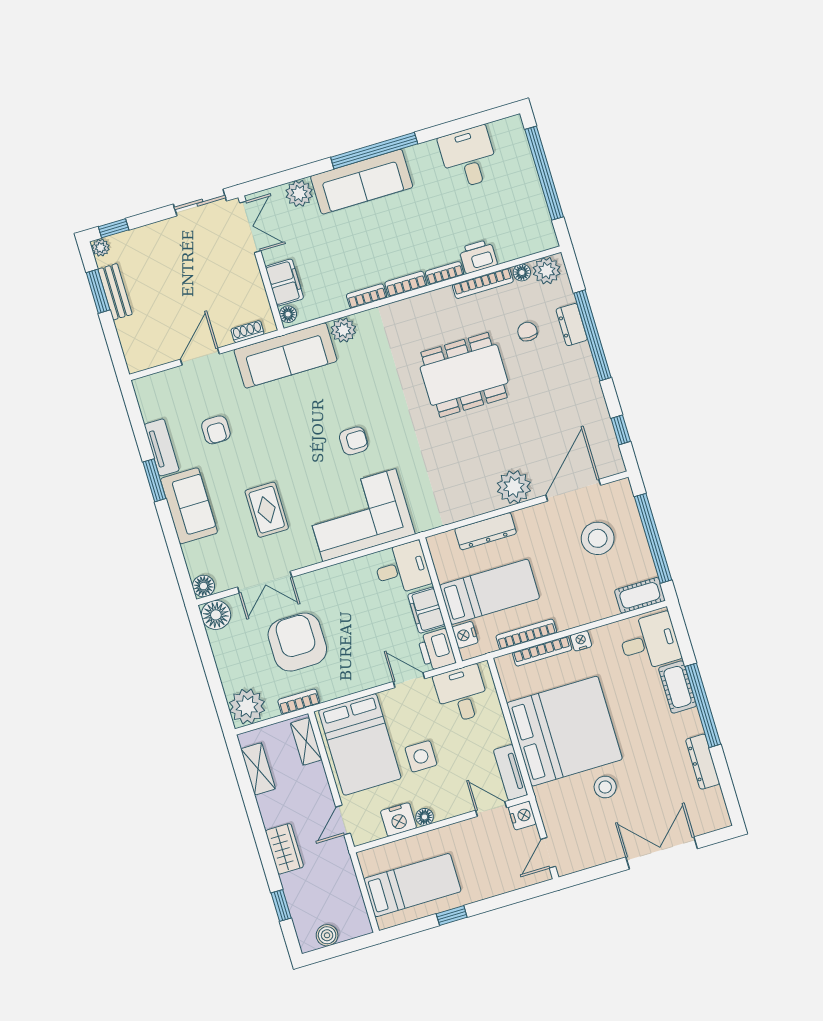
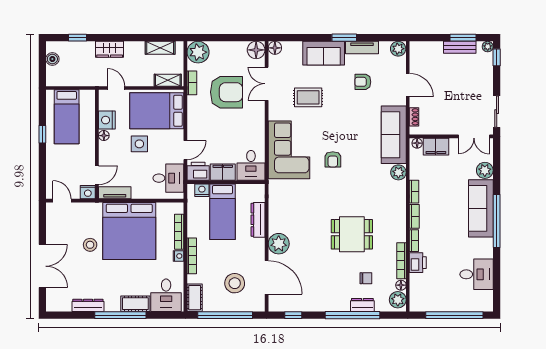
dining table: (464, 375) -> (352, 234), width x0.73
plant: (146, 389) -> (398, 49), added
bookcase: (526, 634) -> (192, 256), moved

